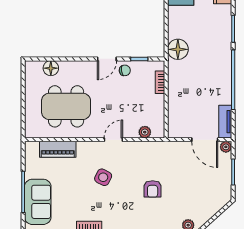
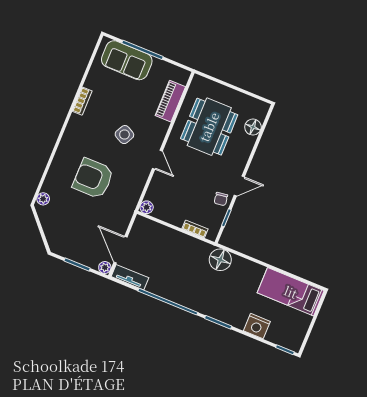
door: (107, 59) -> (239, 186), swing flipped
plant: (145, 132) -> (147, 207), moved
door: (205, 140) -> (120, 250), hinge flipped
armchair: (153, 189) -> (93, 178), width x1.88, depth x1.88

